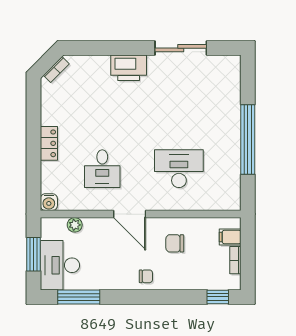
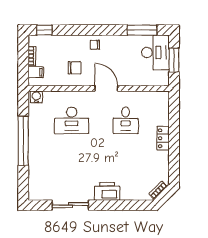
desk: (102, 169) -> (126, 120), turned 180
water cooler: (49, 202) -> (36, 97), moved
plant: (75, 225) -> (145, 81), removed

